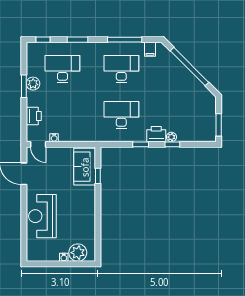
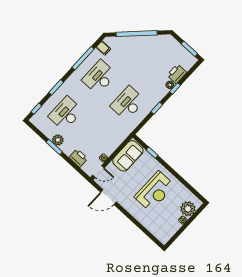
printer: (156, 134) -> (177, 74), moved
sofa: (85, 167) -> (128, 156), moved, turned -90
reception desk: (42, 216) -> (155, 191), moved, turned -90

